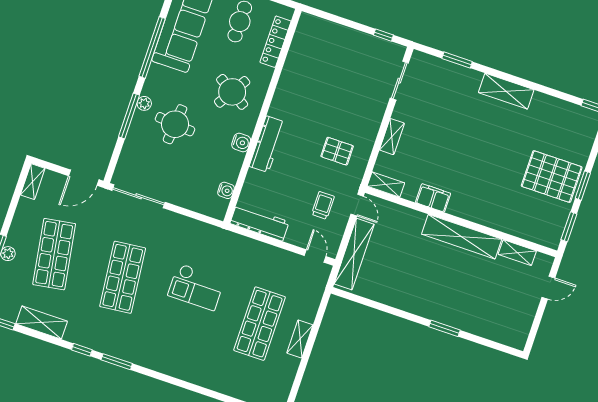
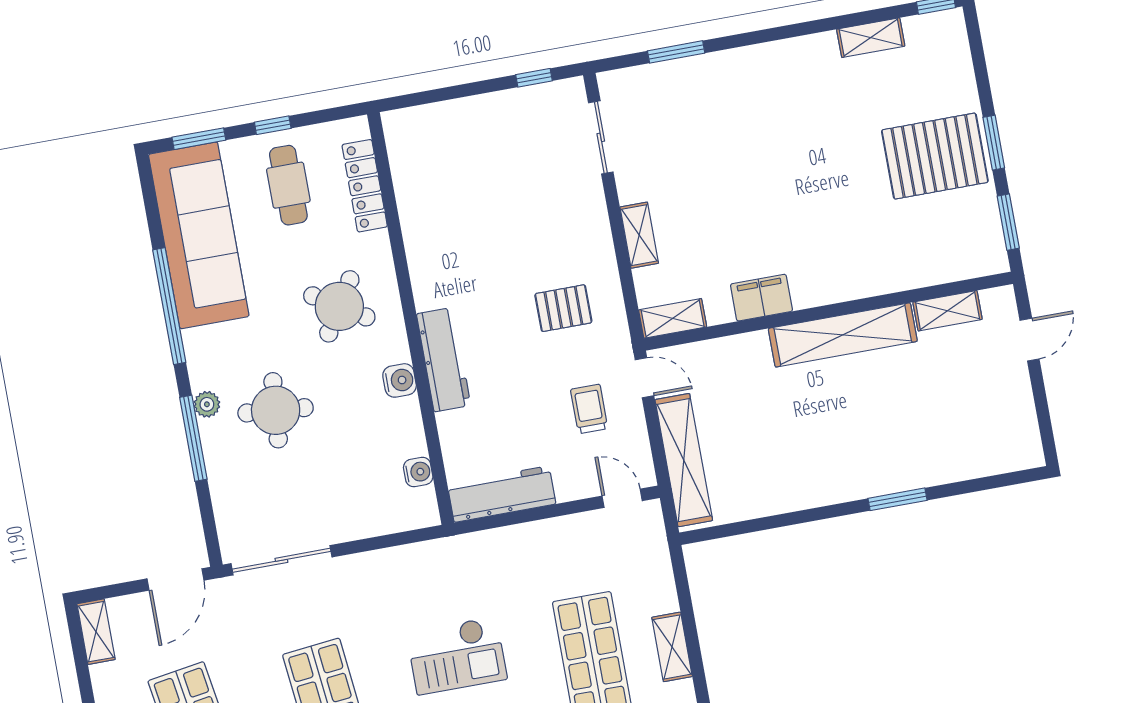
shelving: (506, 91) -> (871, 38), moved, width x0.67, depth x0.75

